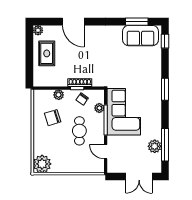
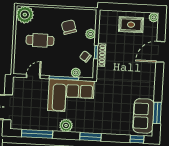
cafe table: (79, 131) -> (40, 40), moved
plant: (155, 146) -> (66, 125), moved

